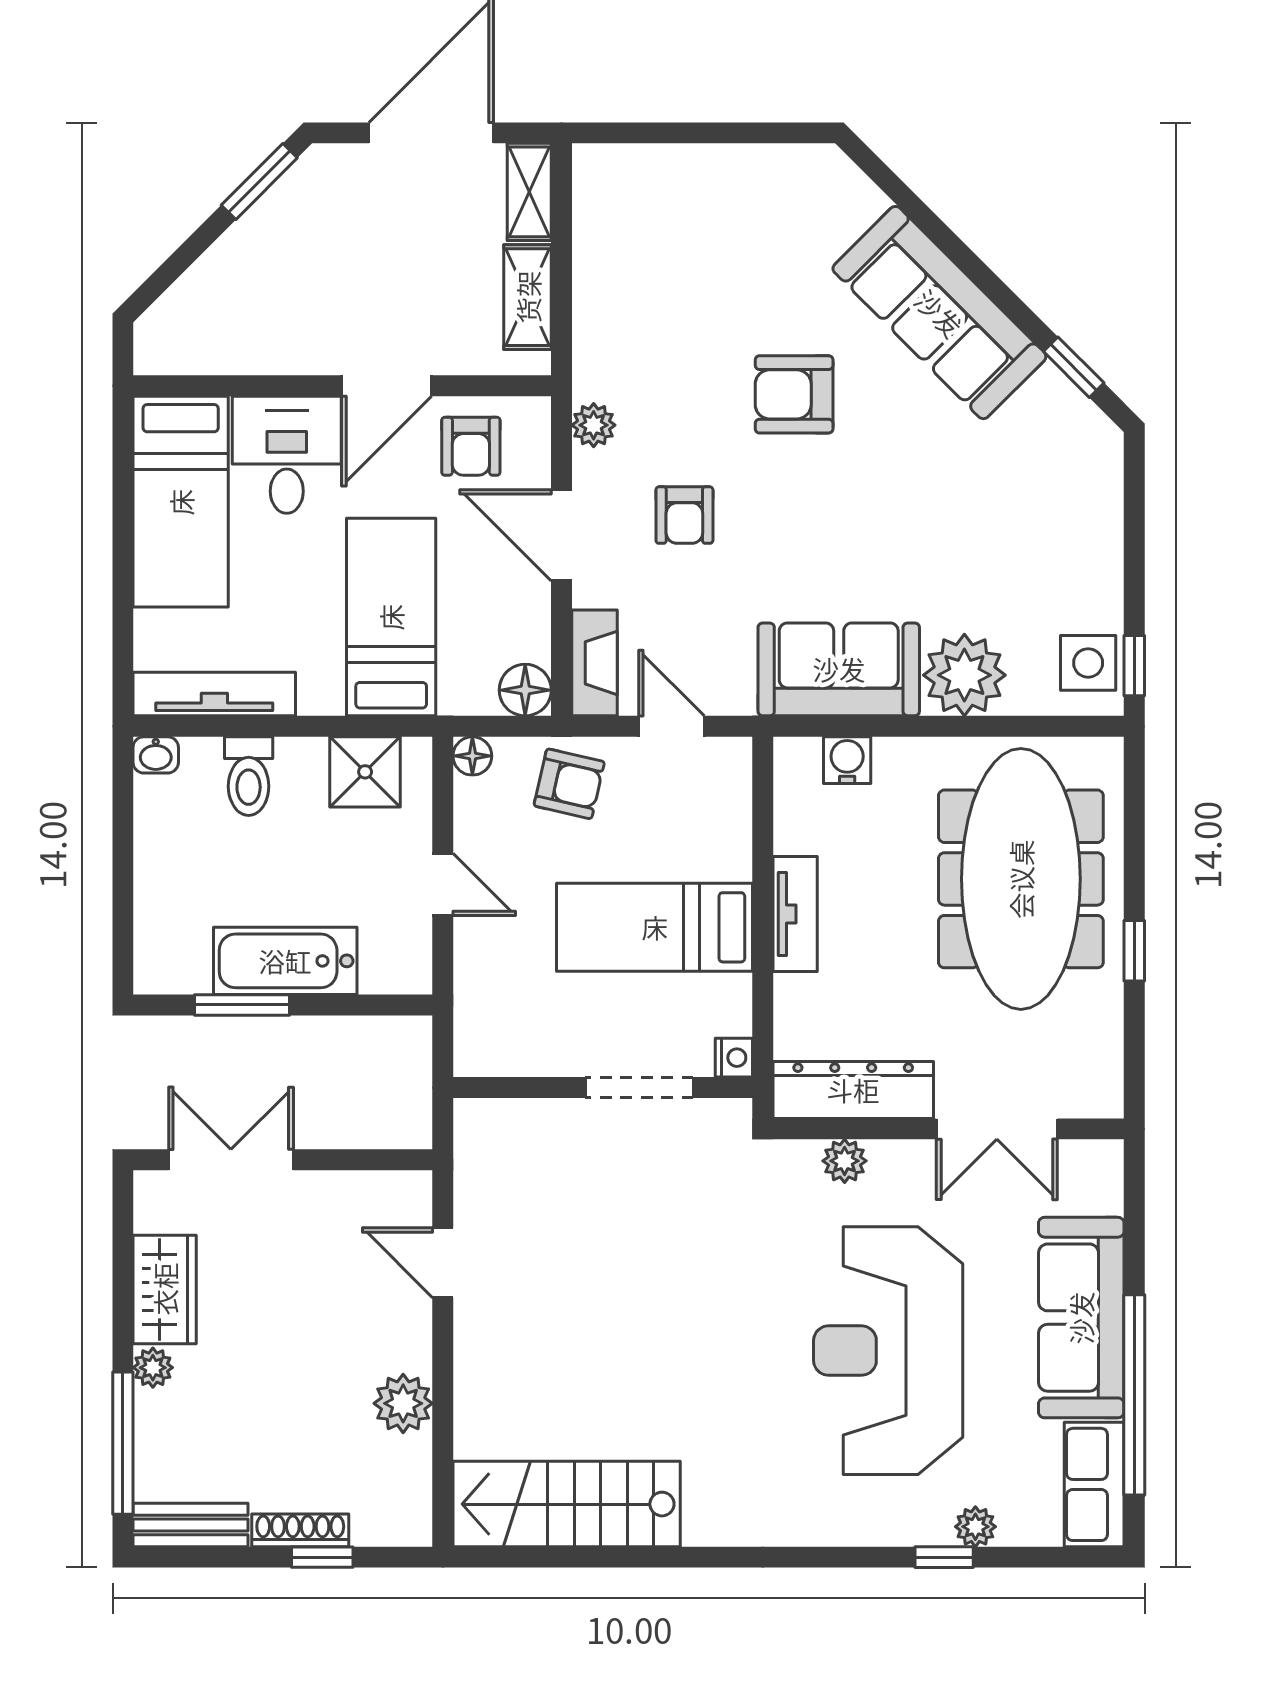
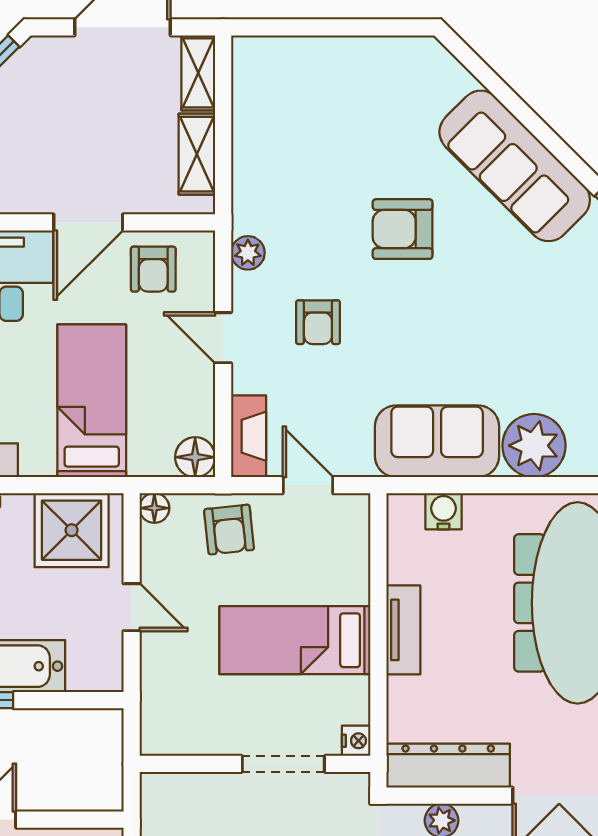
door: (561, 535) -> (223, 338), width x0.73
shower: (365, 772) -> (72, 530), width x1.36, depth x1.36
armchair: (569, 784) -> (229, 530), turned 71

